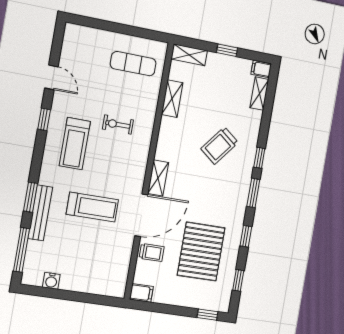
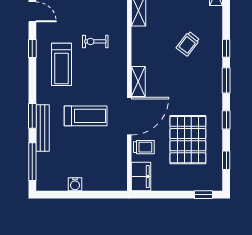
trolley: (220, 146) -> (188, 44), width x0.73, depth x0.72
water cooler: (51, 281) -> (75, 184), moved
filing cabinet: (141, 293) -> (141, 176), width x2.00

